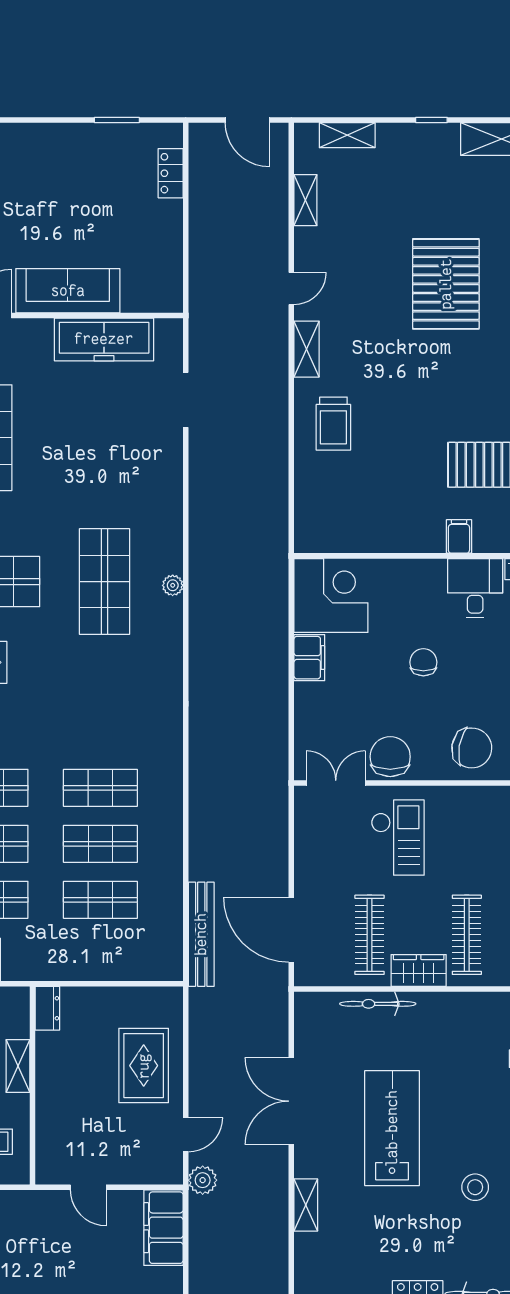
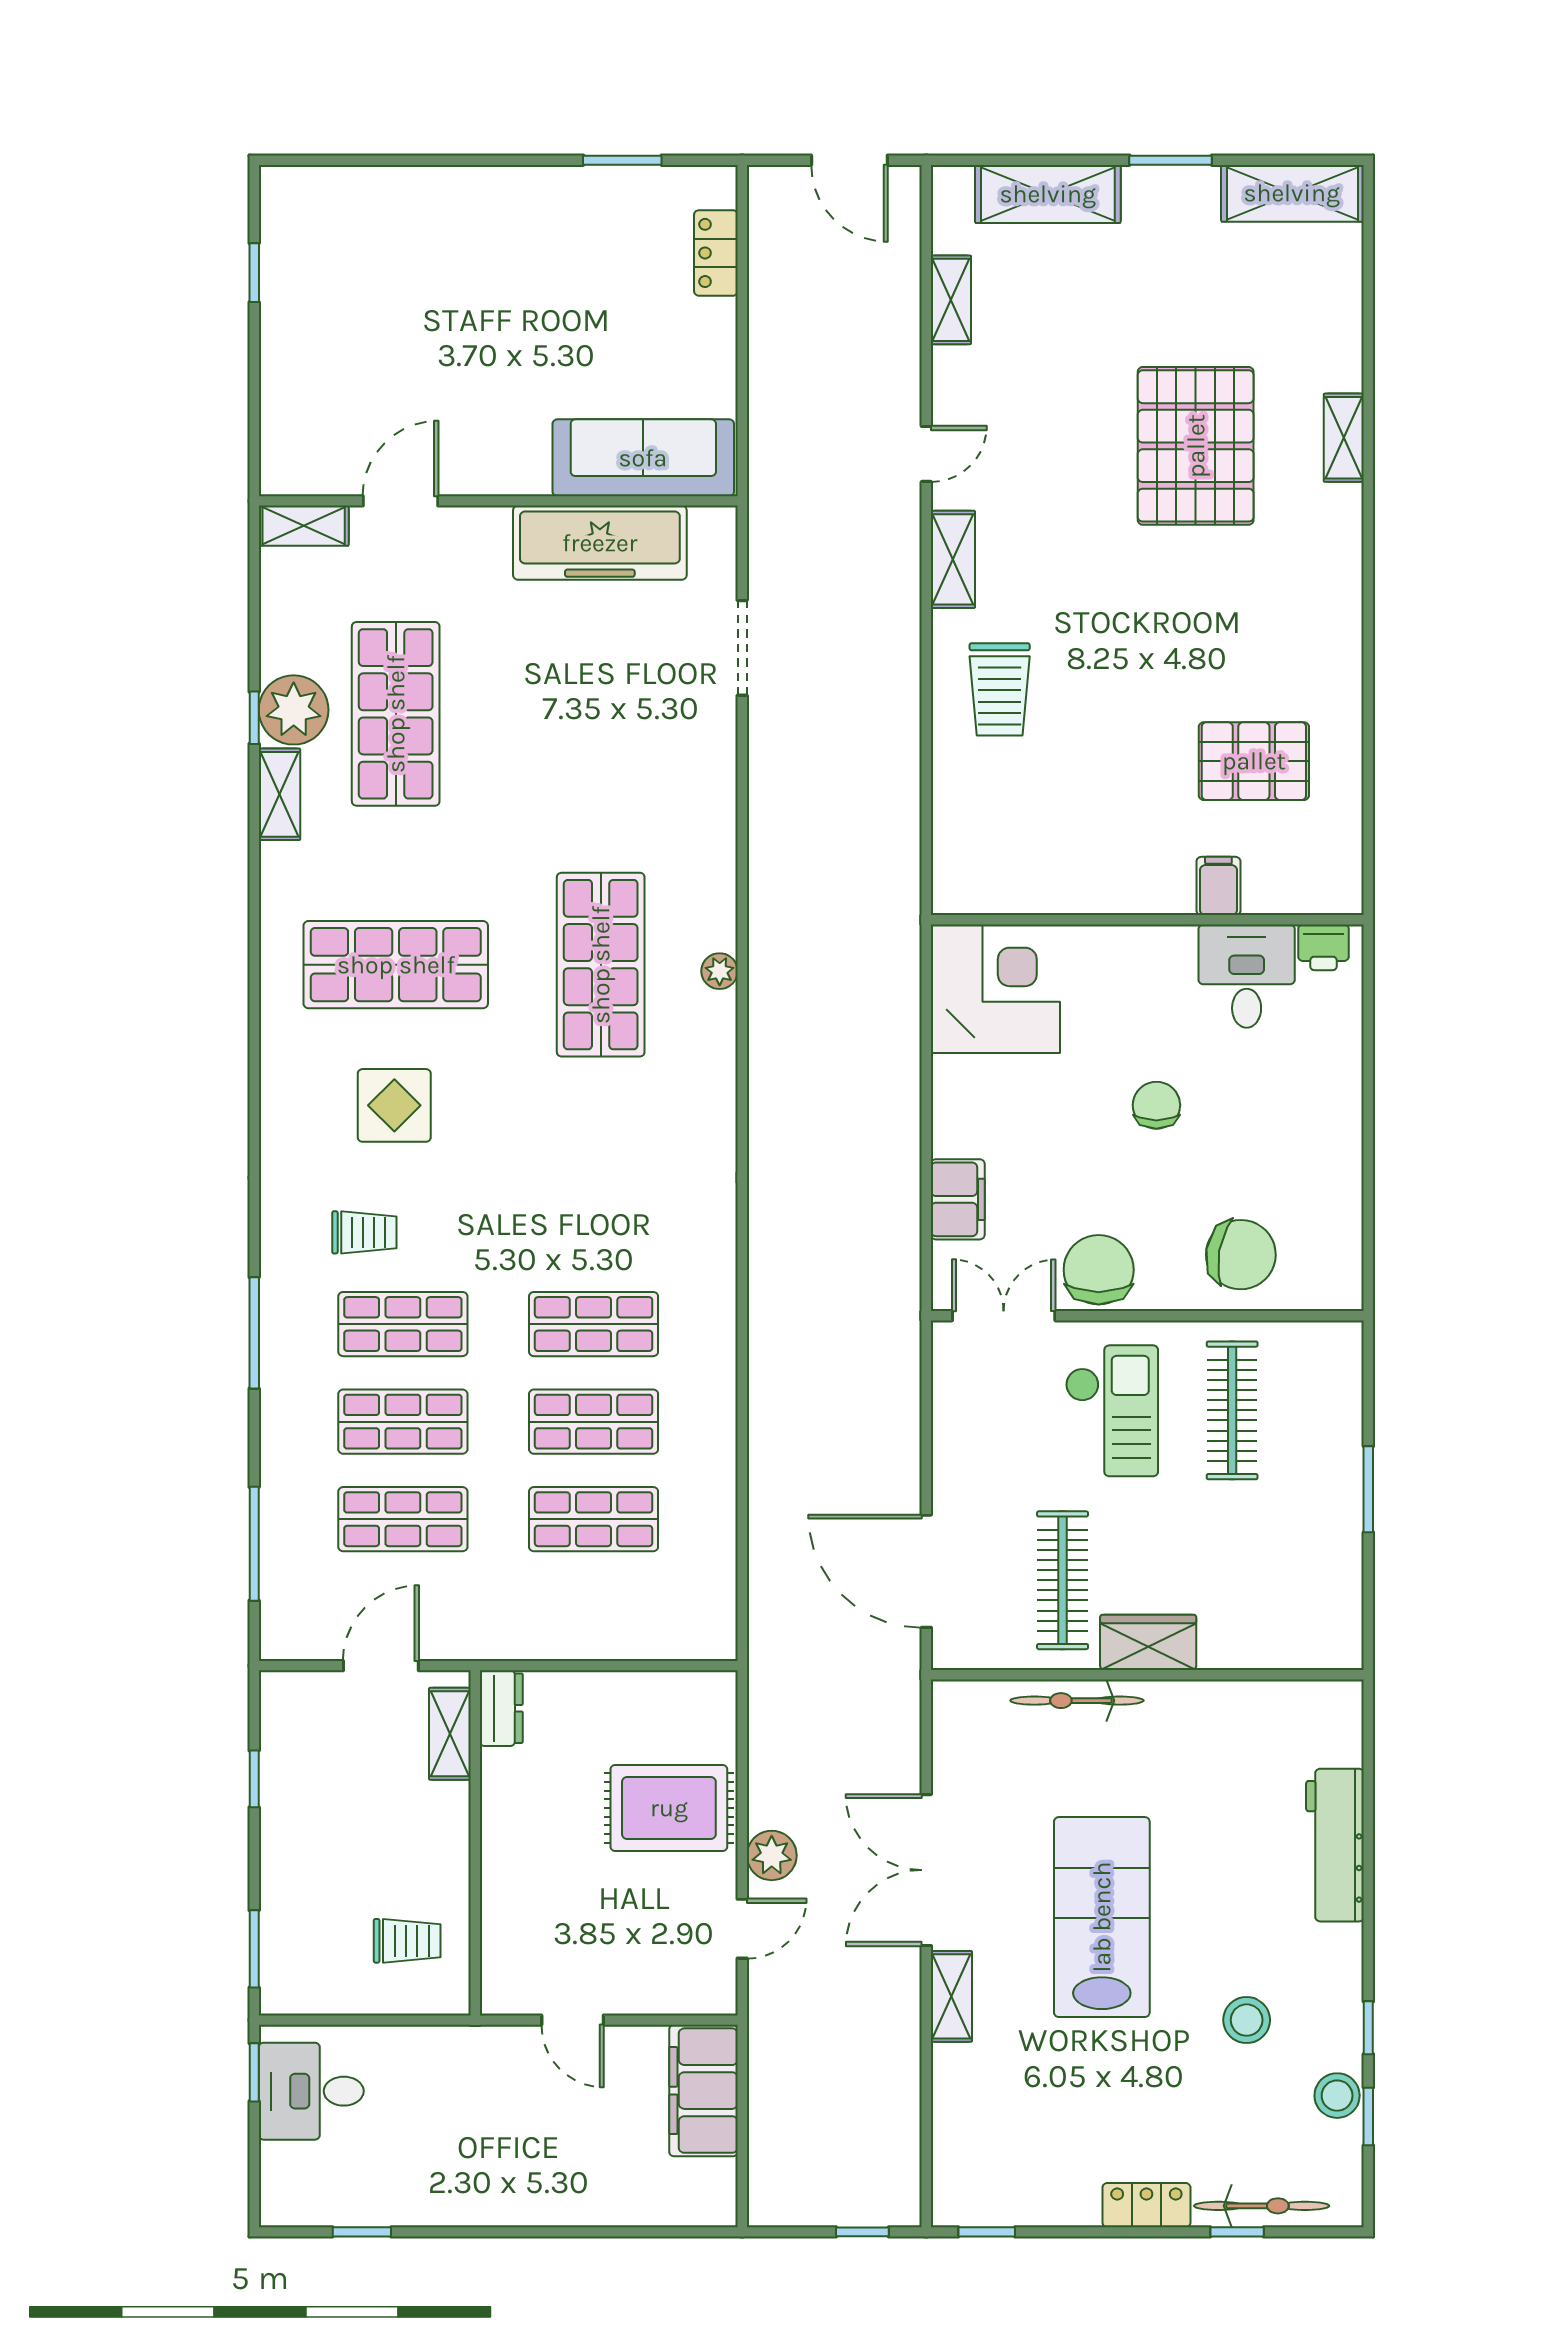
window: (431, 120) -> (1171, 160), width x1.50
shelving: (347, 135) -> (1048, 194), width x1.50, depth x1.33
sofa: (68, 291) -> (643, 458), moved
filing cabinet: (309, 658) -> (958, 1199), moved
bench: (201, 934) -> (769, 1579), removed
clothes rail: (467, 935) -> (1232, 1410), moved
shelving: (18, 1066) -> (450, 1734), moved
rug: (144, 1066) -> (669, 1808), turned 90
plant: (203, 1180) -> (772, 1855), moved
shelving: (306, 1205) -> (951, 1996), moved

